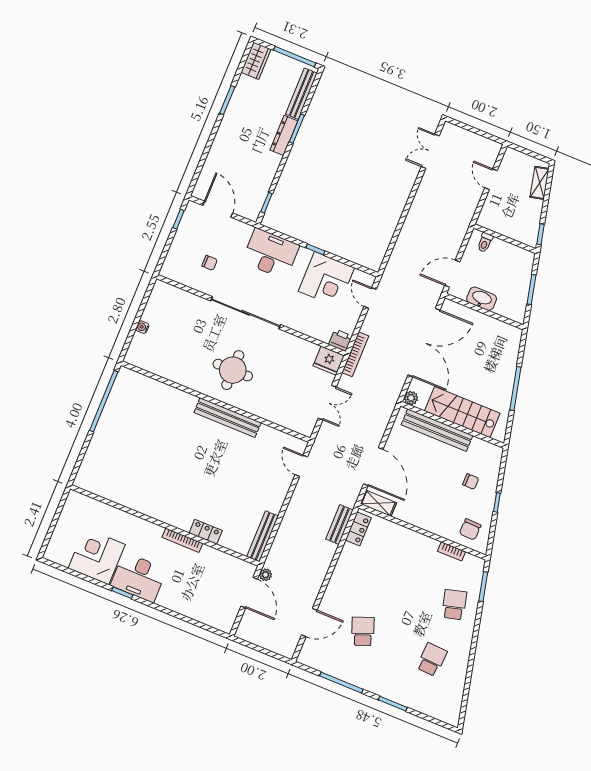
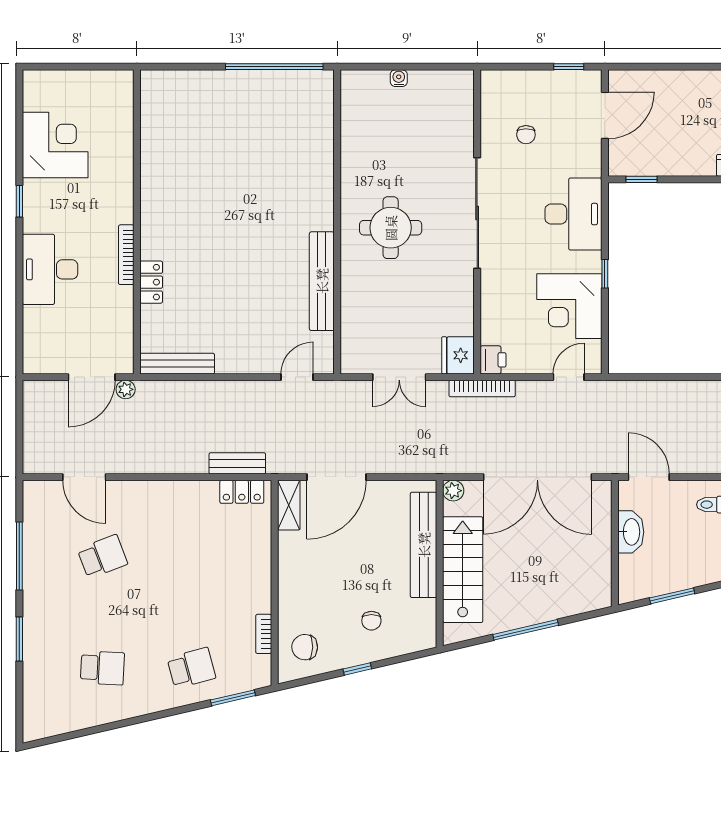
bench: (228, 418) -> (322, 281), moved
desk: (139, 577) -> (50, 269), moved

